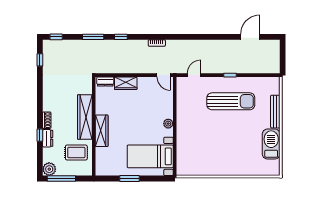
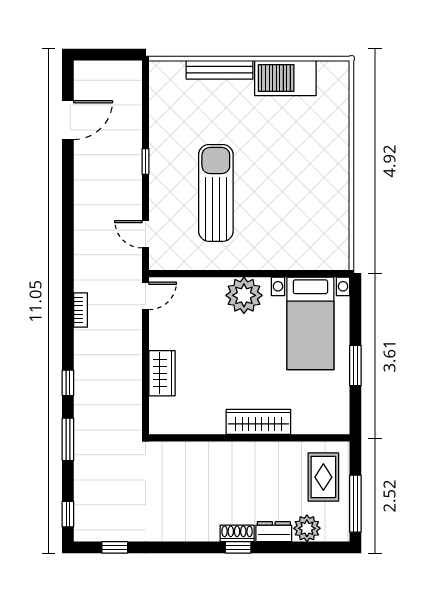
door: (250, 37) -> (68, 120), swing flipped
dresser: (105, 81) -> (158, 415), removed
sun lounger: (231, 101) -> (216, 193), moved
wardrobe: (85, 117) -> (231, 456), removed
plant: (168, 124) -> (244, 295), width x1.87, depth x1.87
window: (40, 135) -> (238, 547), moved
rug: (76, 153) -> (323, 477), moved
plant: (49, 169) -> (307, 528), moved

